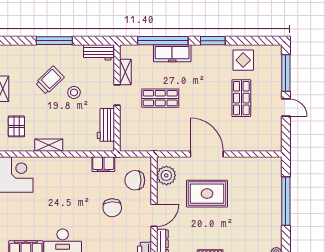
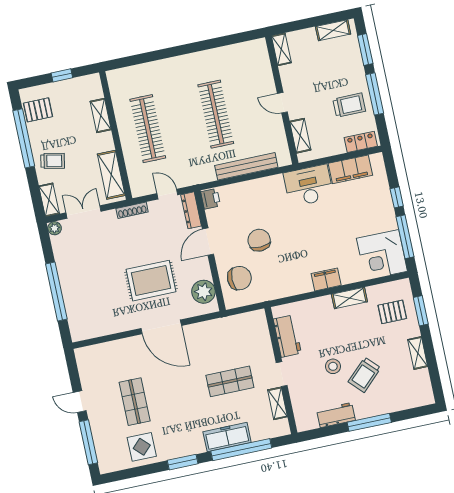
workbench: (98, 52) -> (336, 415), moved
pallet: (16, 126) -> (392, 312), turned 90
filing cabinet: (103, 164) -> (326, 279), moved

